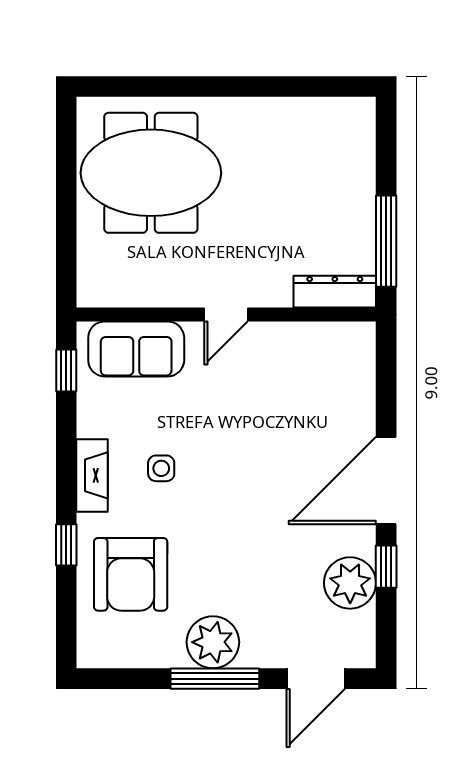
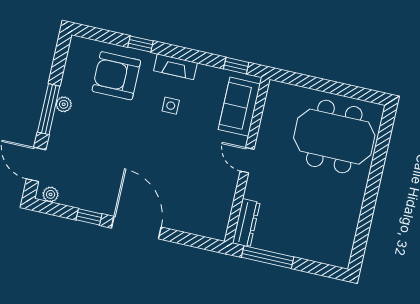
meeting table: (151, 173) -> (334, 137), turned 90
plant: (350, 583) -> (51, 194), moved, width x0.53, depth x0.53
plant: (213, 642) -> (64, 104), width x0.53, depth x0.53

